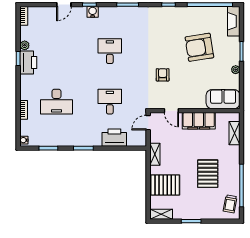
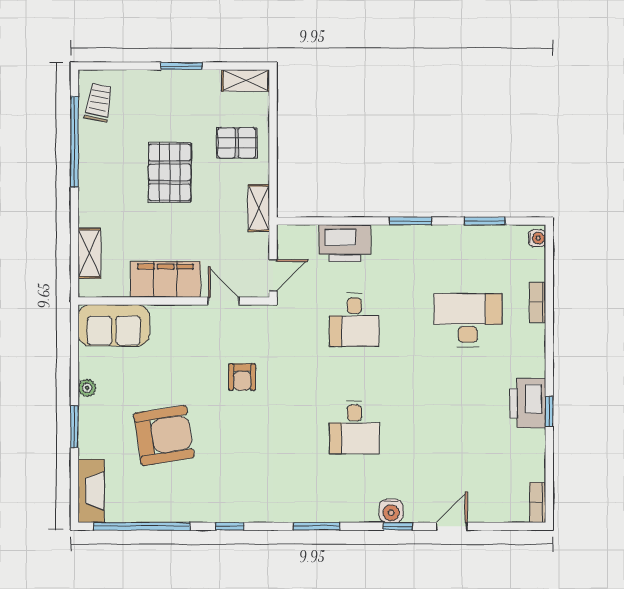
plant: (25, 45) -> (536, 440), removed
pallet: (208, 174) -> (170, 172), moved
pallet: (165, 185) -> (237, 143), width x0.67, depth x0.71

